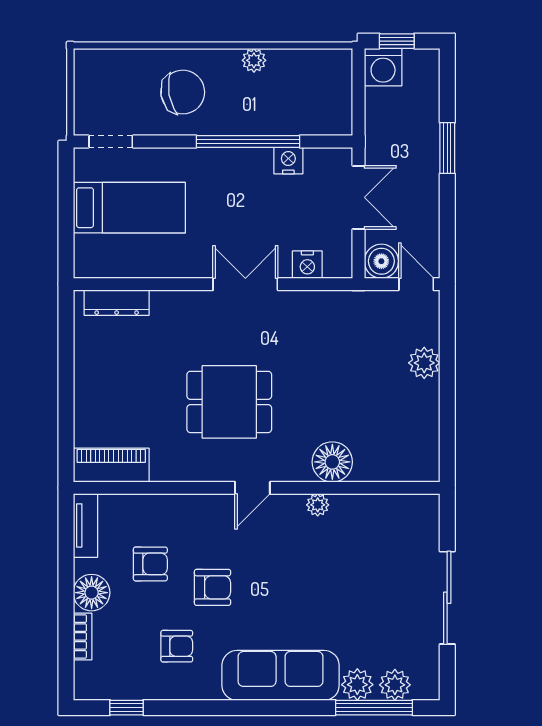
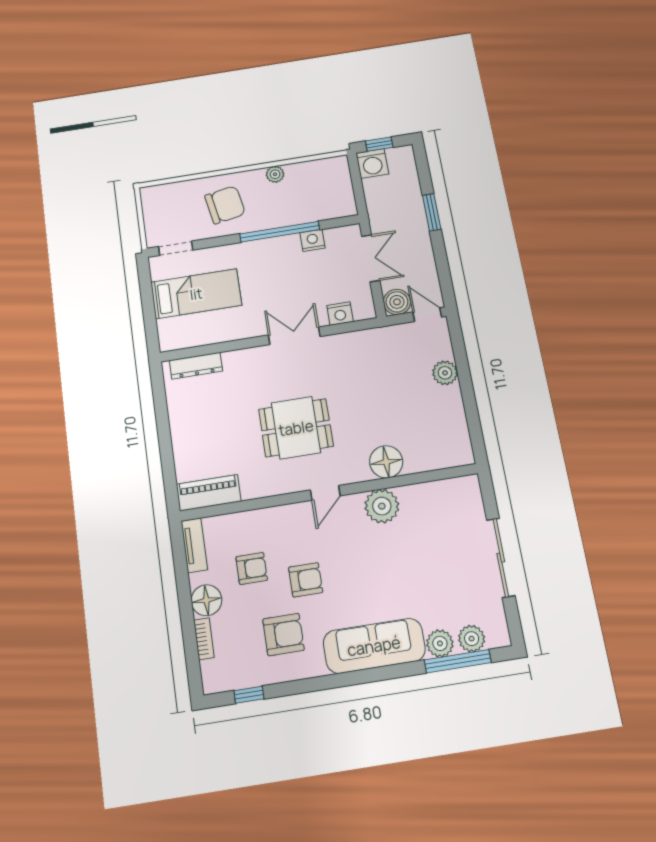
plant: (318, 505) -> (382, 506), width x1.88, depth x1.88
armchair: (177, 646) -> (283, 635), width x1.38, depth x1.38

